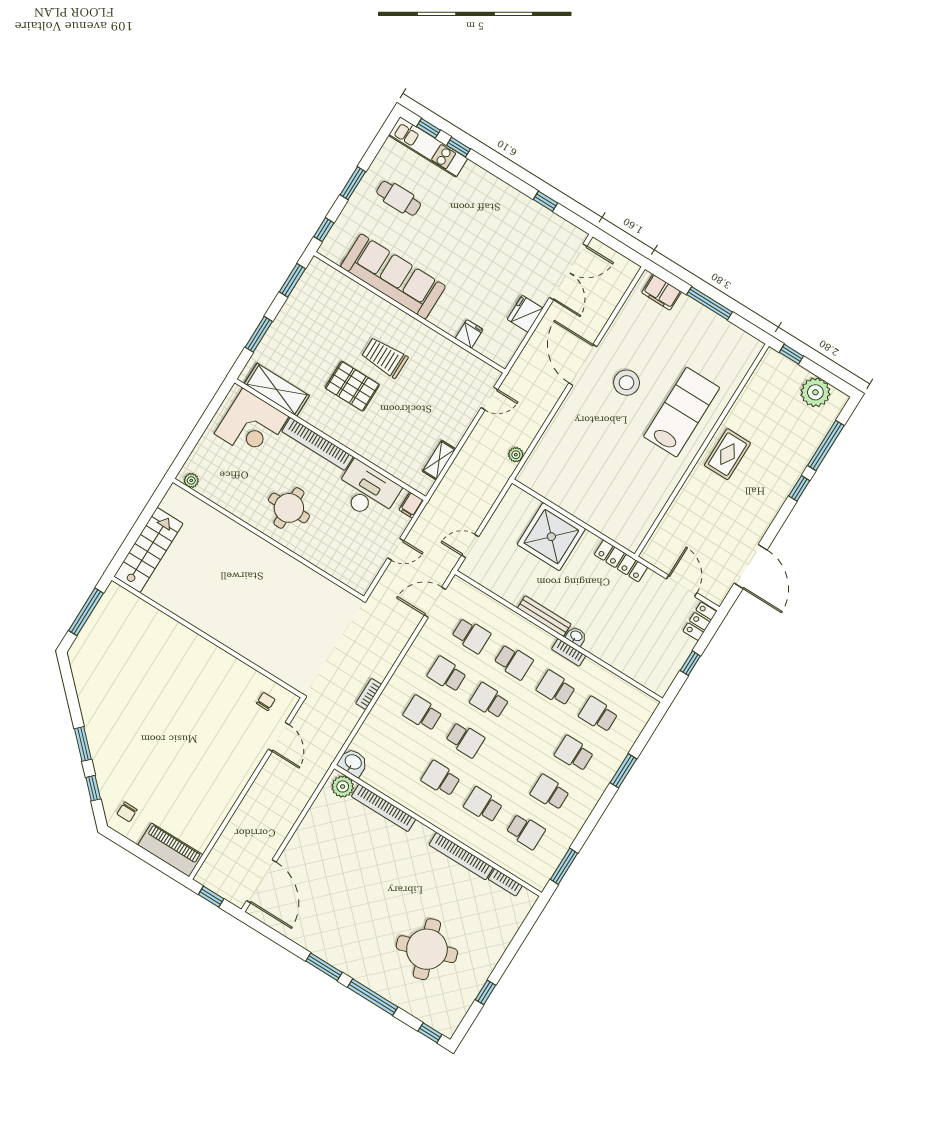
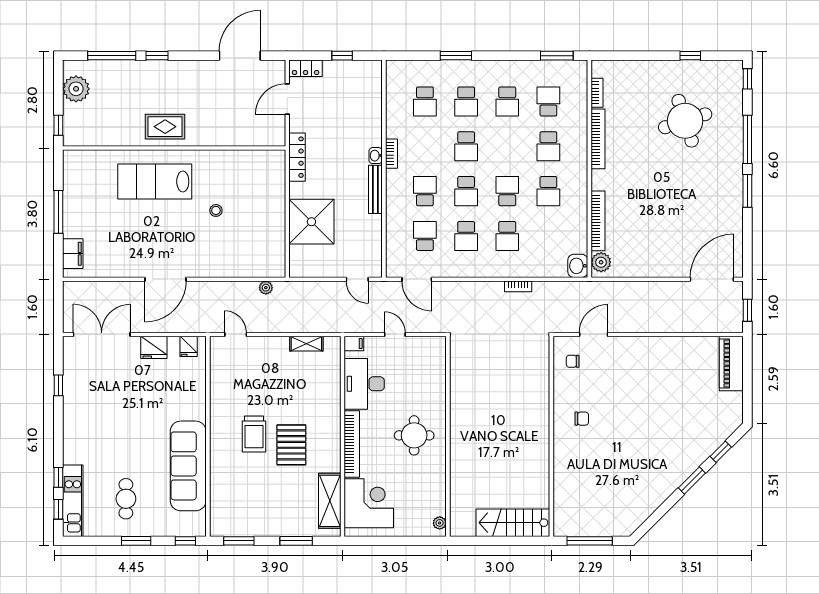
fridge: (469, 334) -> (189, 346), moved, turned -90
stool: (627, 383) -> (216, 210), moved, width x0.53, depth x0.53
school desk: (556, 688) -> (466, 146), moved
chair: (127, 812) -> (582, 419), moved

